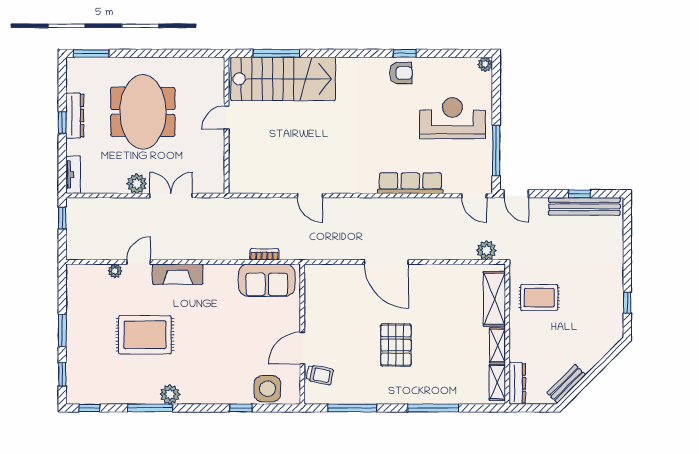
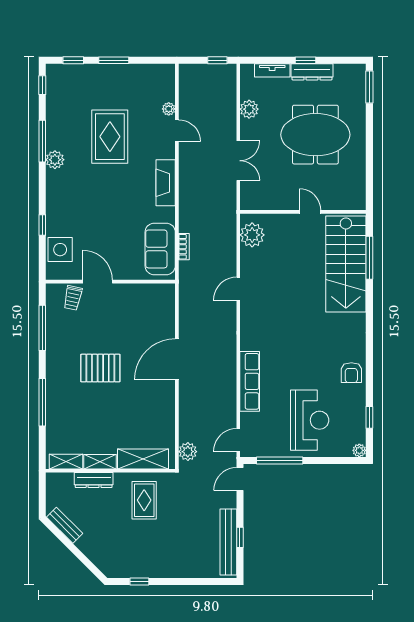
window: (405, 53) -> (369, 417), moved
tv unit: (73, 175) -> (272, 70), moved
plant: (252, 180) -> (252, 235), added
plant: (137, 184) -> (249, 109), moved
fireplace: (178, 274) -> (166, 183), moved
dresser: (517, 383) -> (94, 480), moved

